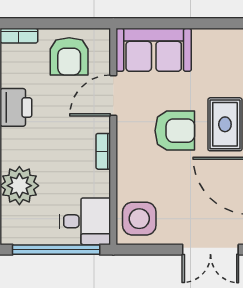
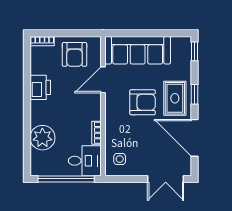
sofa: (154, 50) -> (138, 50), width x1.36
bookcase: (103, 151) -> (96, 133), moved
side table: (139, 219) -> (120, 159), width x0.54, depth x0.54

